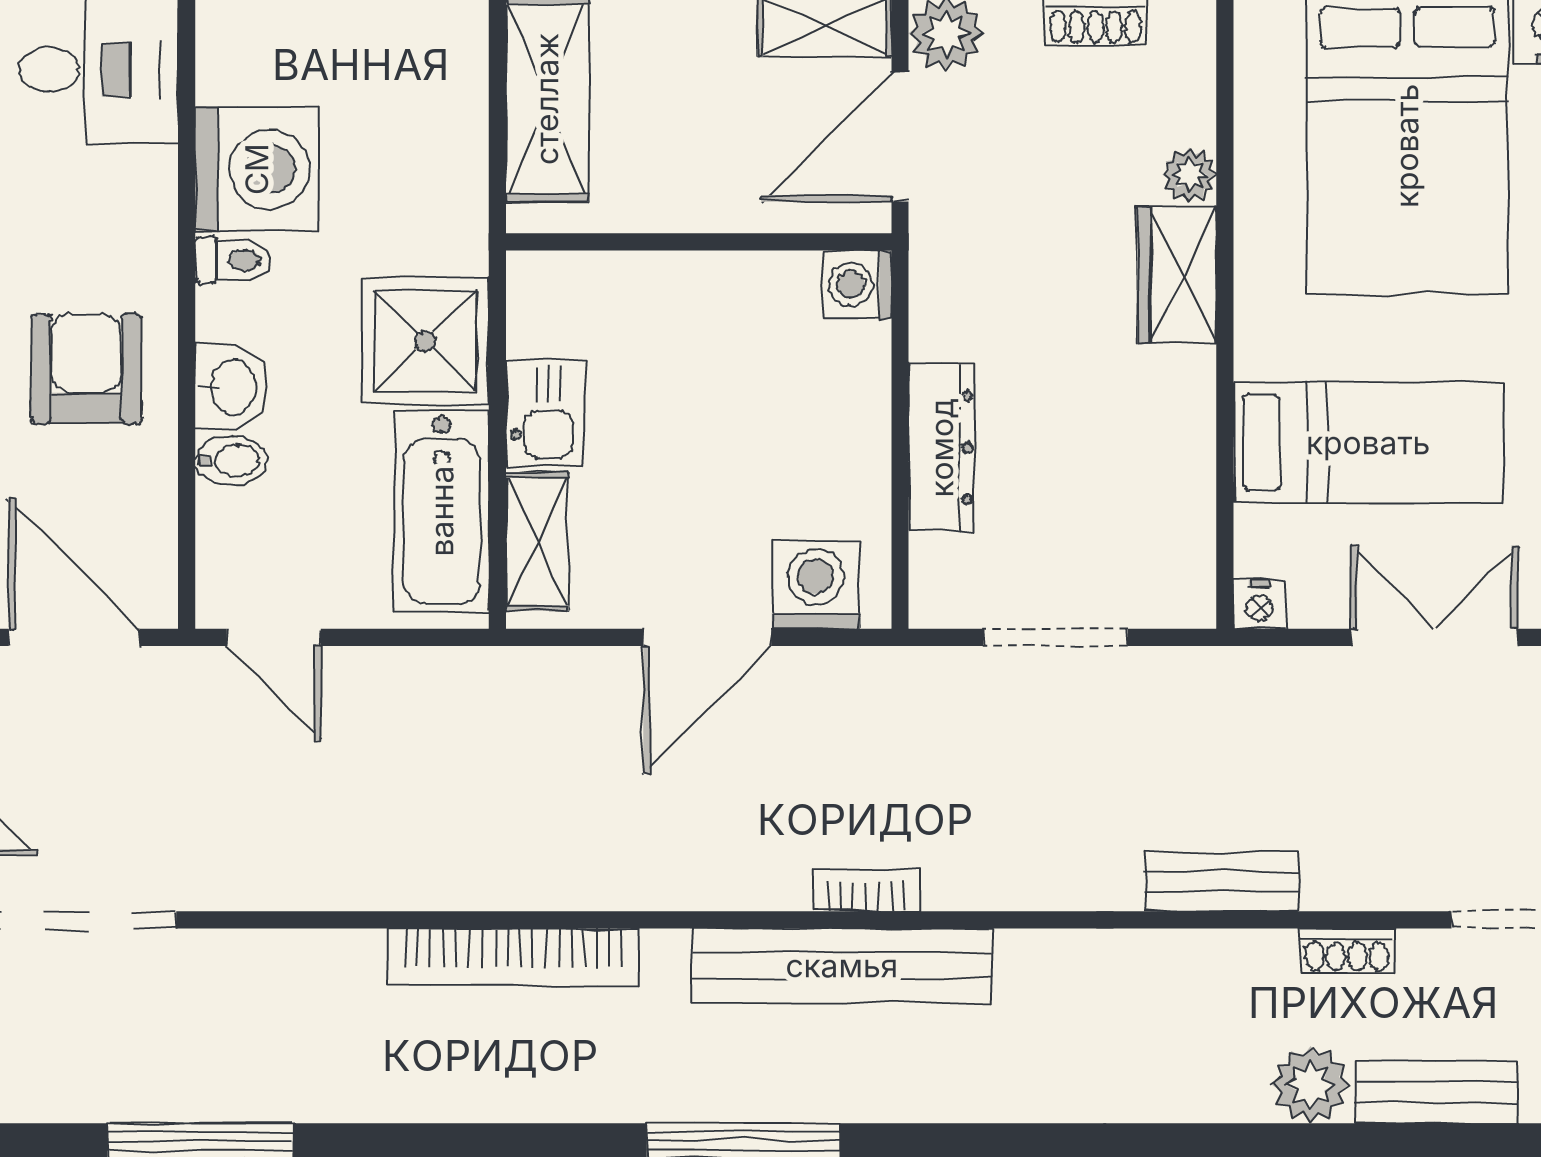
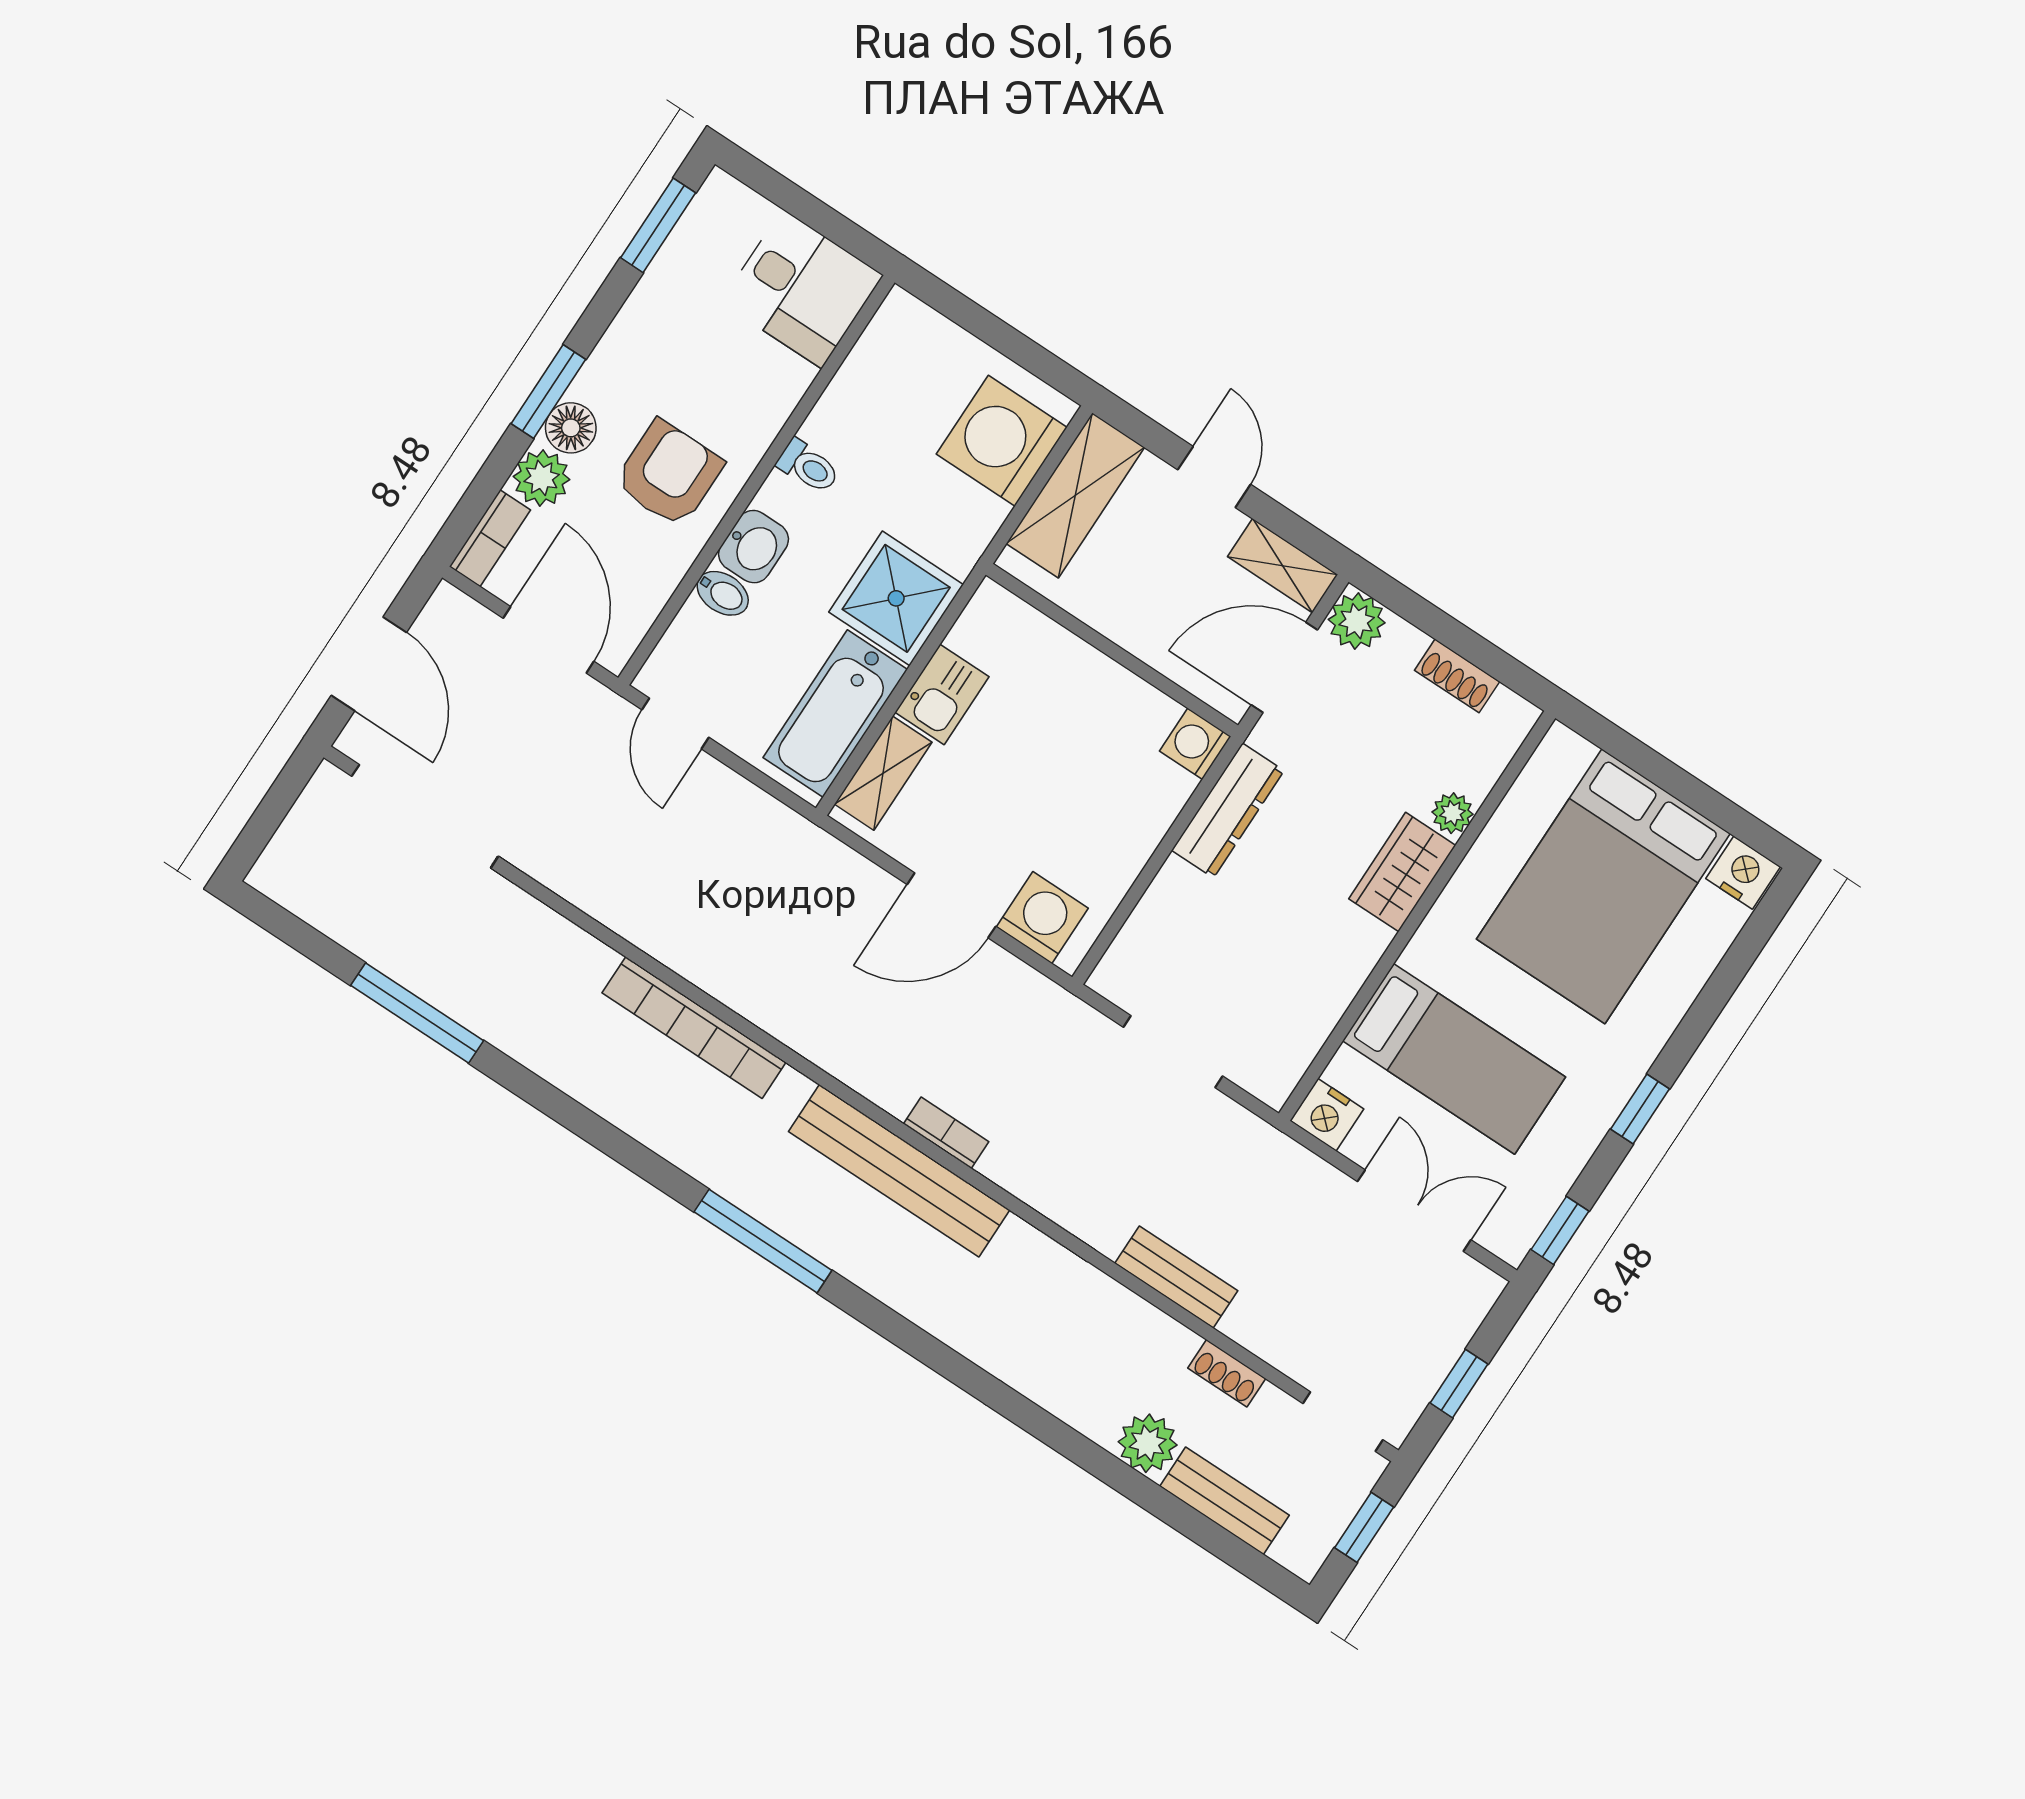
washing machine: (257, 169) -> (1002, 441), moved, turned 180
dresser: (942, 448) -> (1228, 811), moved
nightstand: (1259, 604) -> (1327, 1115), width x1.39, depth x1.35

